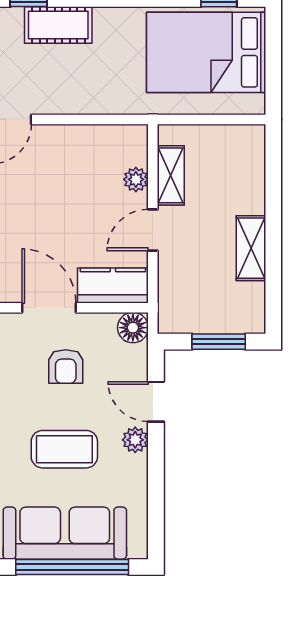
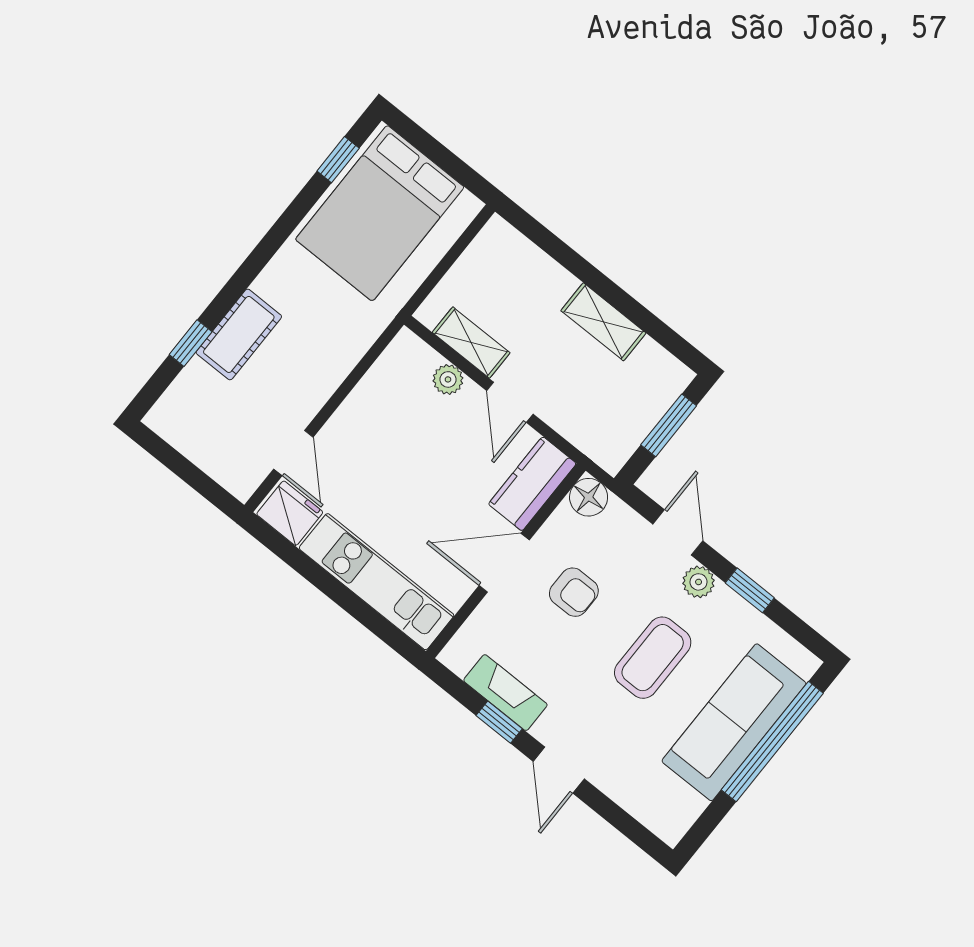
door: (156, 402) -> (678, 532), swing flipped
window: (156, 476) -> (750, 590), added

